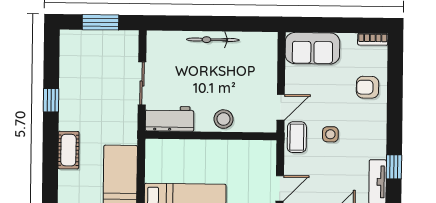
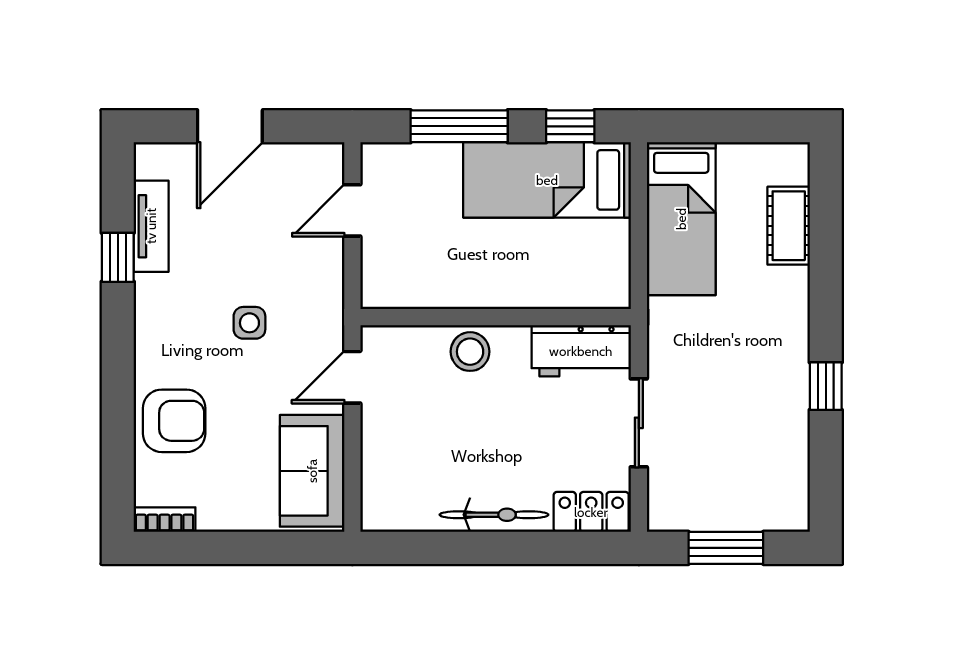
locker: (166, 40) -> (591, 512), added
sofa: (312, 48) -> (312, 471), moved, turned -90
armchair: (368, 87) -> (174, 421), width x1.38, depth x1.38
coffee table: (297, 137) -> (318, 316), removed
cot: (68, 150) -> (789, 226), moved

